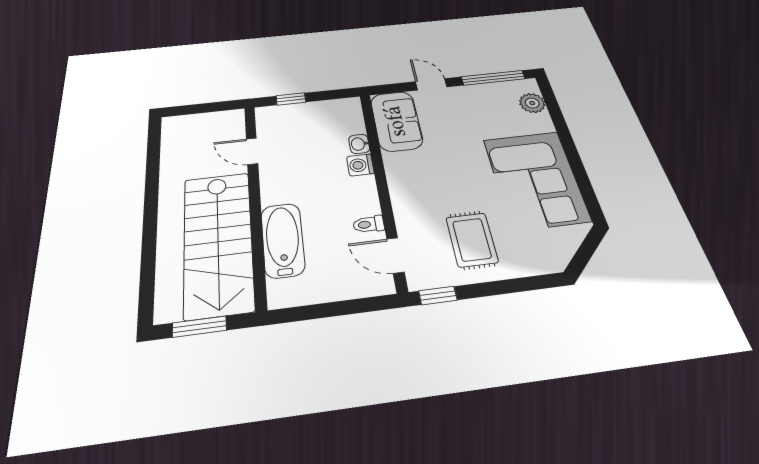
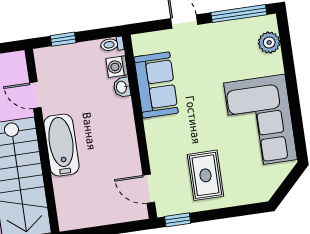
sofa: (396, 121) -> (156, 85), moved
washing machine: (360, 165) -> (117, 67), moved
toilet: (369, 224) -> (112, 44), moved
bathtub: (283, 240) -> (61, 145), moved

